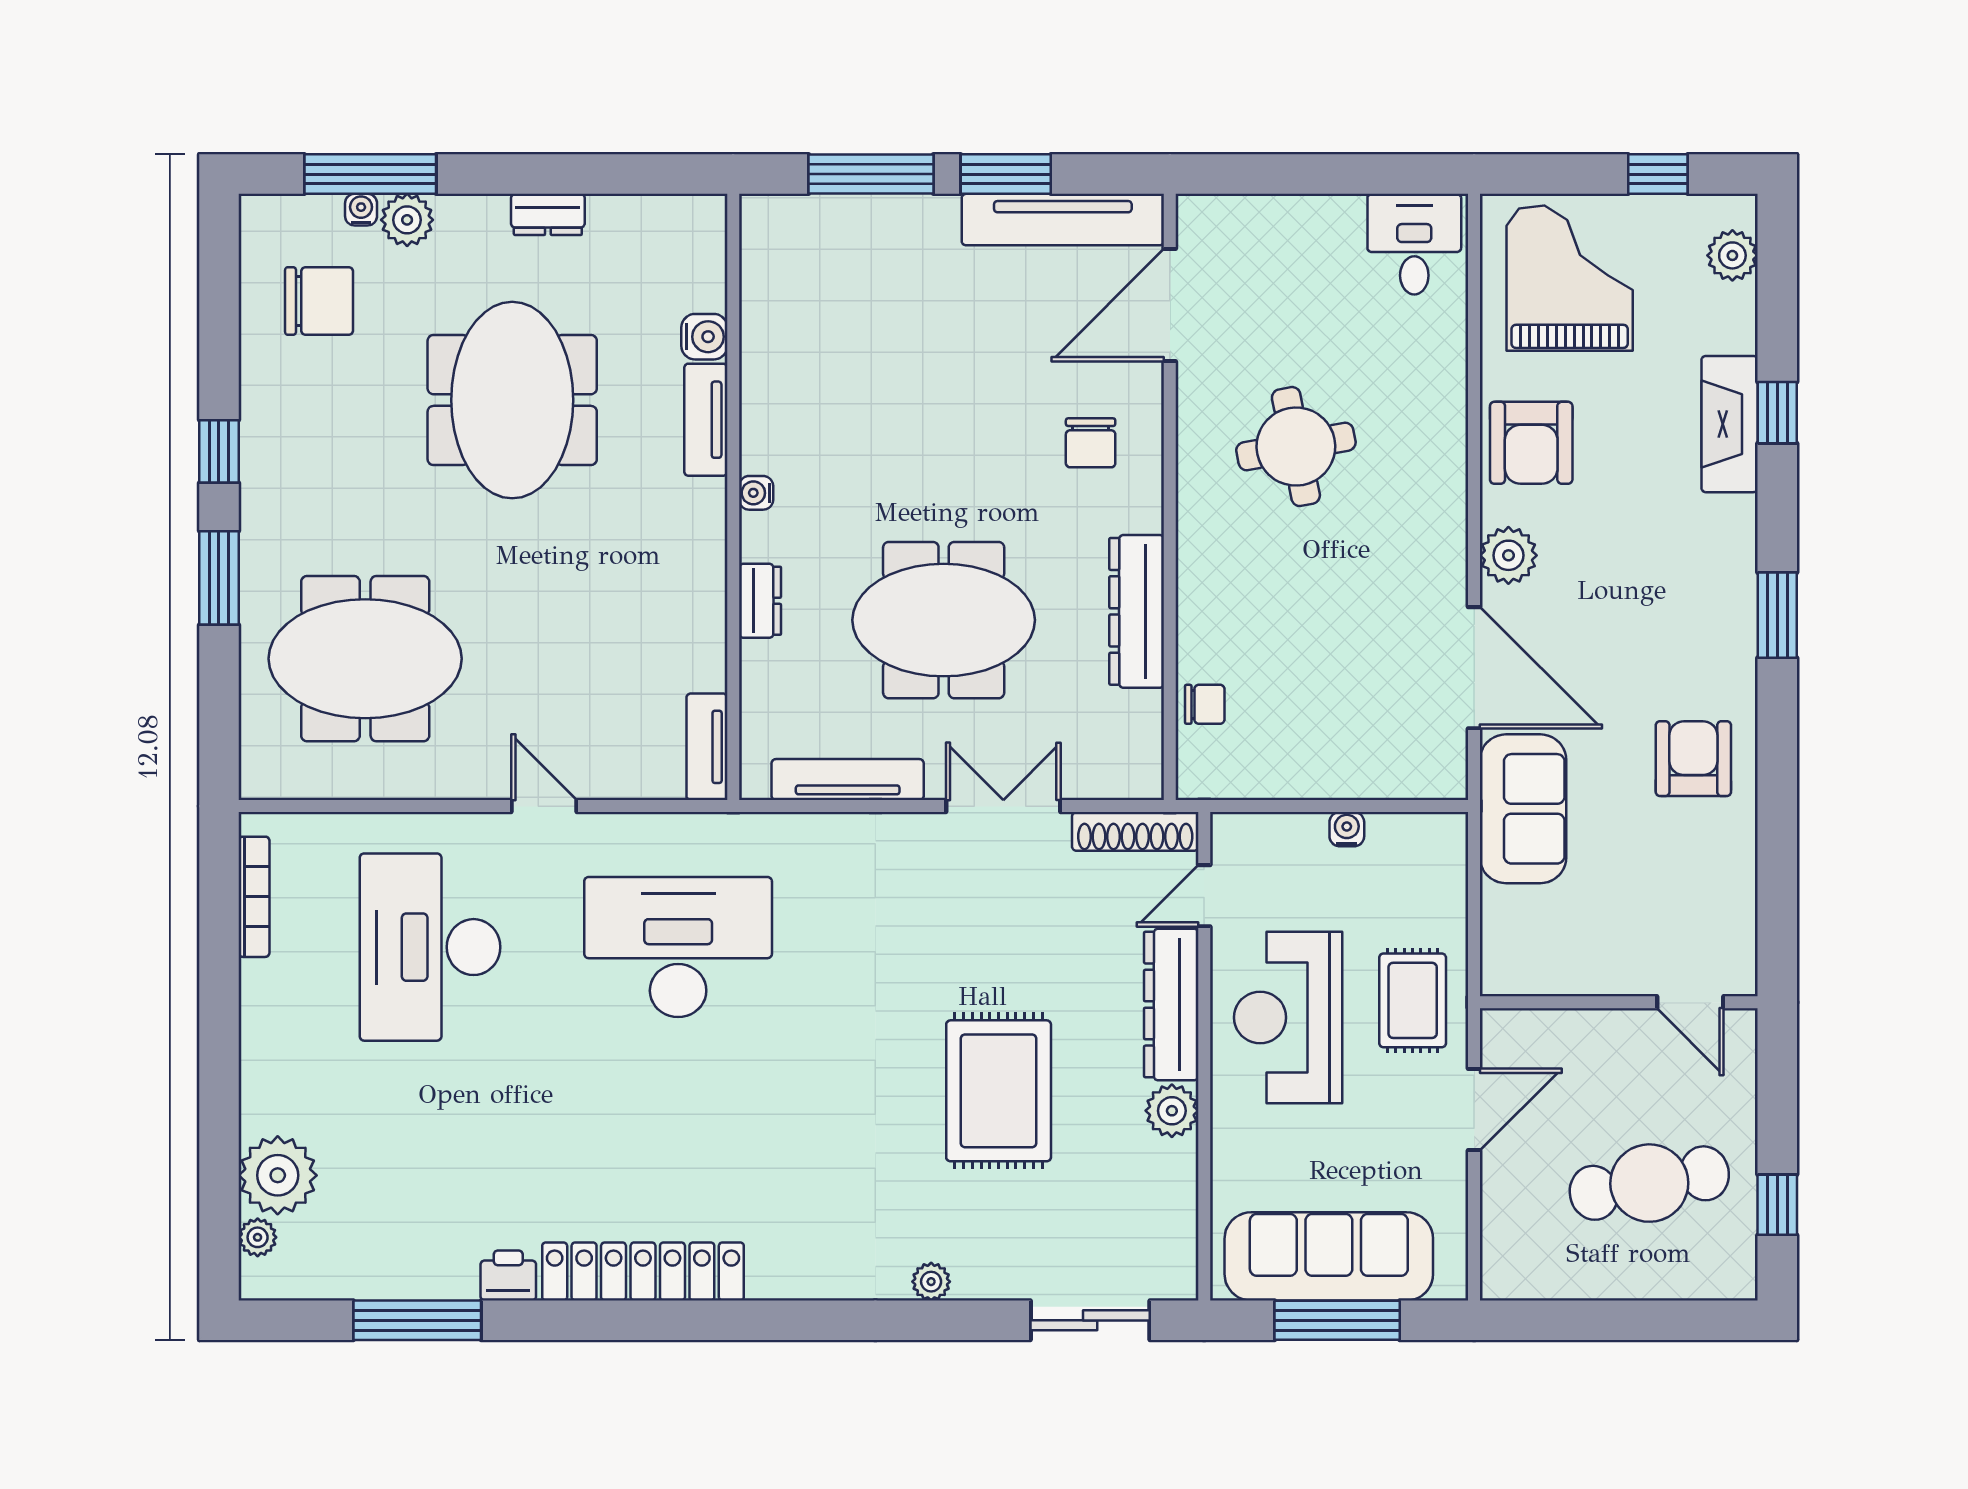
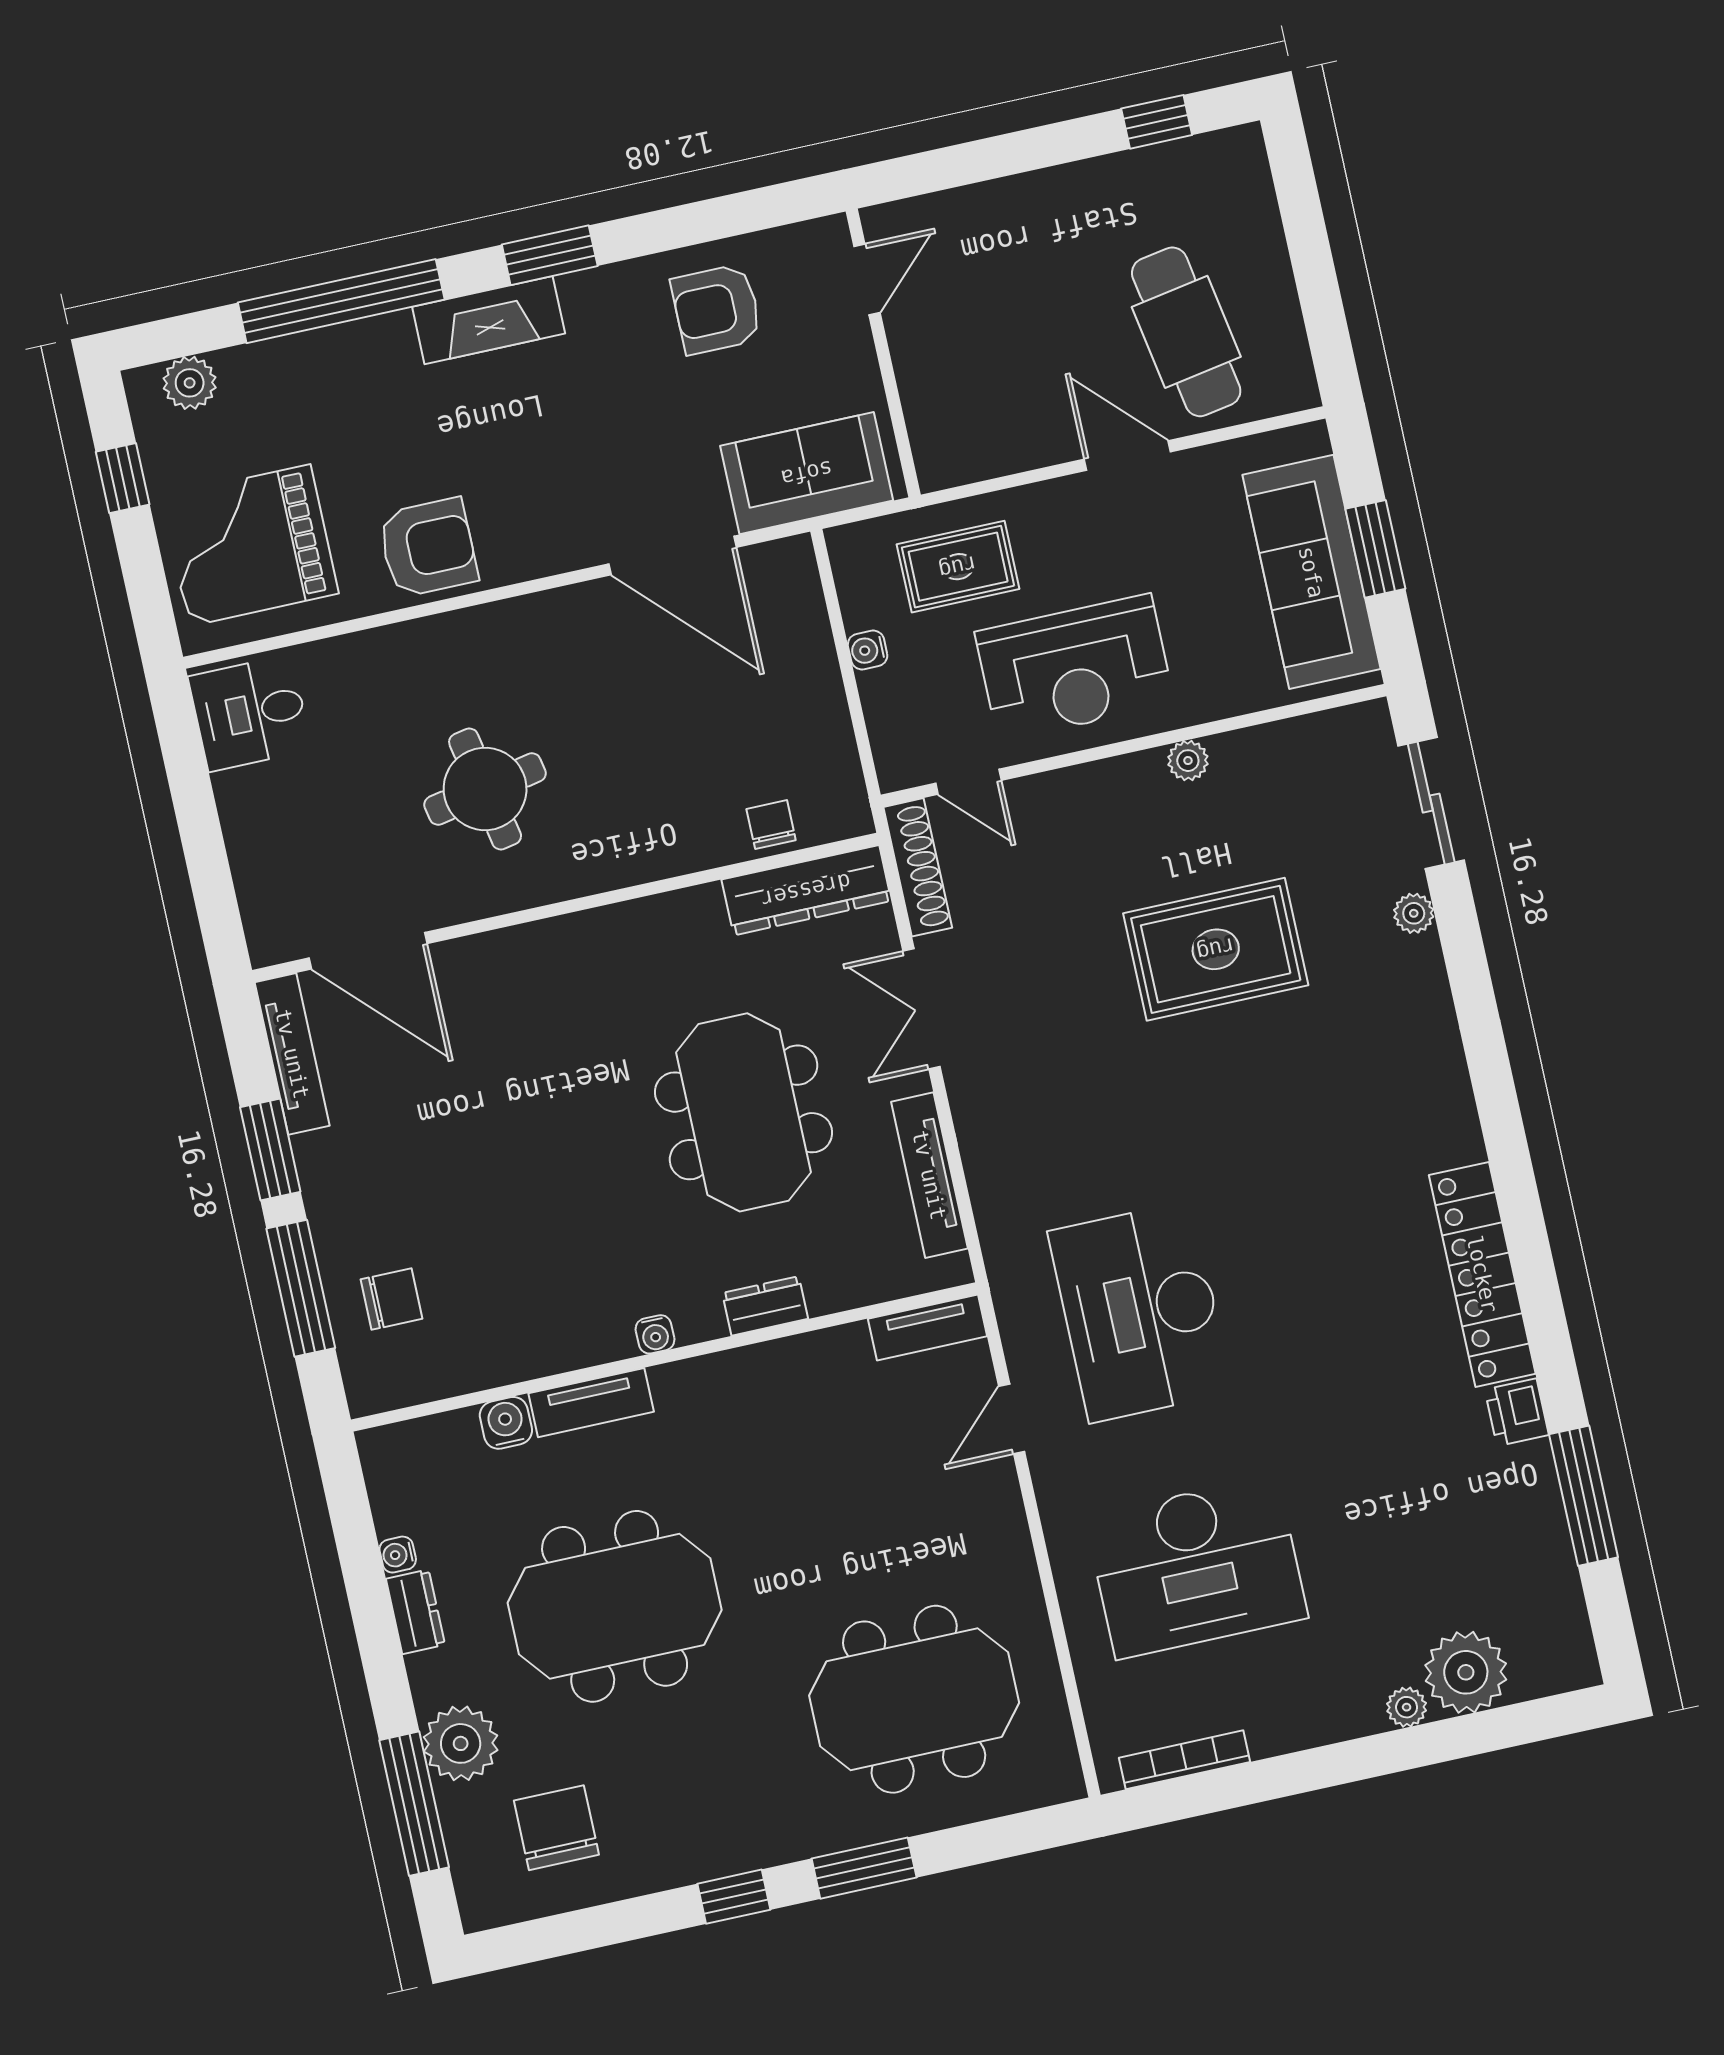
water cooler: (361, 210) -> (398, 1555), moved
plant: (407, 220) -> (461, 1743), width x1.36, depth x1.36
tv unit: (1063, 220) -> (292, 1054), width x0.73, depth x0.78
window: (1777, 413) -> (341, 301), width x3.17
fireplace: (1730, 424) -> (489, 320), moved
chair: (1091, 443) -> (392, 1299), moved
plant: (1508, 555) -> (549, 546), removed
dresser: (1137, 611) -> (806, 890), moved
meeting table: (365, 659) -> (914, 1699), turned 90
door: (1474, 668) -> (673, 556), swing flipped
door: (544, 806) -> (1012, 1419), moved
rug: (1413, 1000) -> (958, 567), moved
wall: (1619, 1002) -> (883, 353), moved
door: (1690, 1002) -> (867, 279), moved
dresser: (1171, 1005) -> (1088, 791), removed
plant: (1172, 1111) -> (1188, 761), width x0.73, depth x0.73
cafe table: (1649, 1183) -> (1186, 332), moved
plant: (258, 1237) -> (1407, 1707), moved
plant: (931, 1282) -> (1414, 913), moved
window: (1337, 1320) -> (1375, 549), width x0.69

